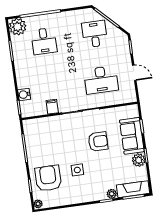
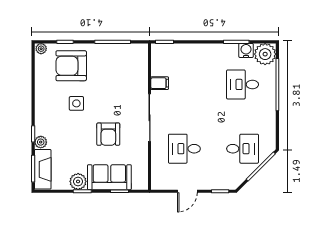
desk: (101, 80) -> (184, 149), width x0.73
water cooler: (24, 94) -> (246, 50), moved
armchair: (48, 178) -> (71, 66), turned 180

